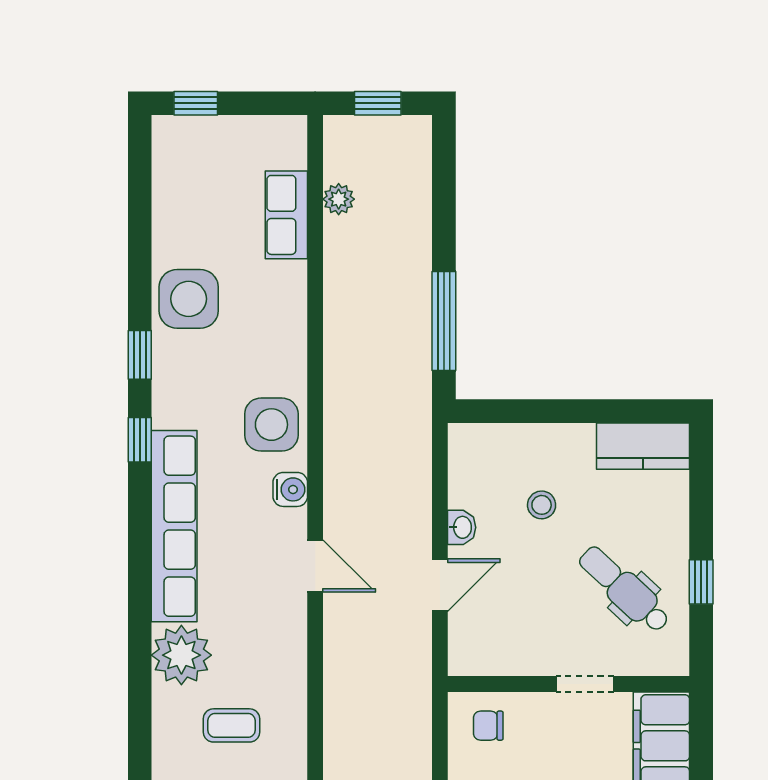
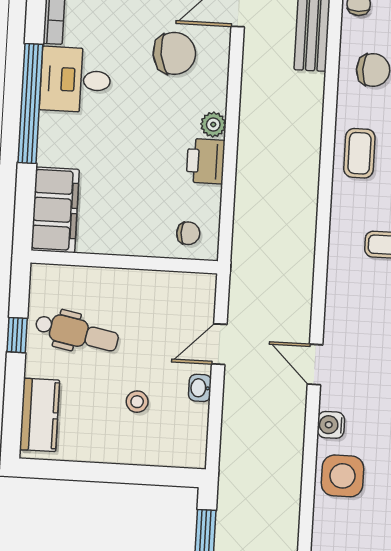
kitchen counter: (643, 446) -> (40, 415), moved, turned 90
dental chair: (624, 589) -> (77, 333), turned -32
doorway: (585, 684) -> (111, 261), removed

